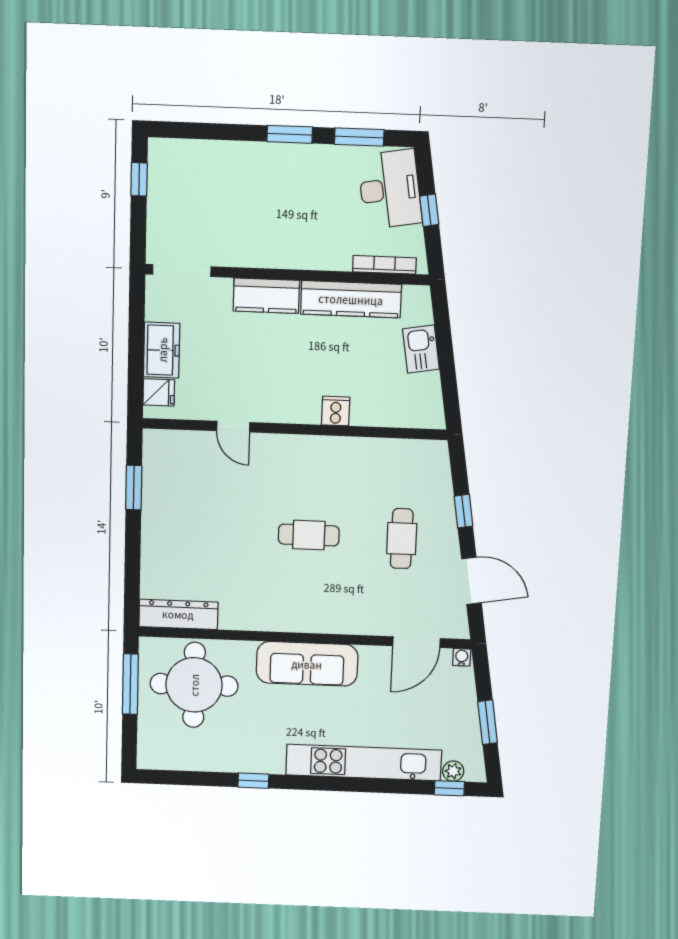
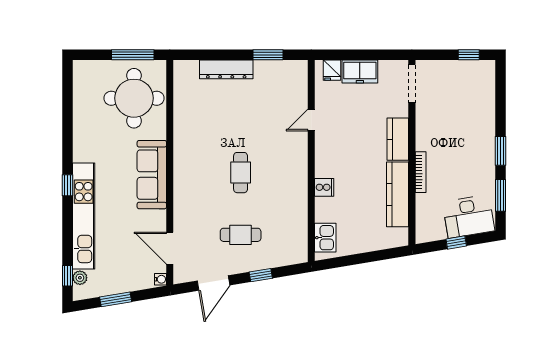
bookcase: (384, 265) -> (421, 172), moved
kitchen sink: (421, 349) -> (325, 238), moved, turned 99
dresser: (178, 614) -> (226, 69), moved, turned 90
window: (253, 781) -> (68, 185), moved

